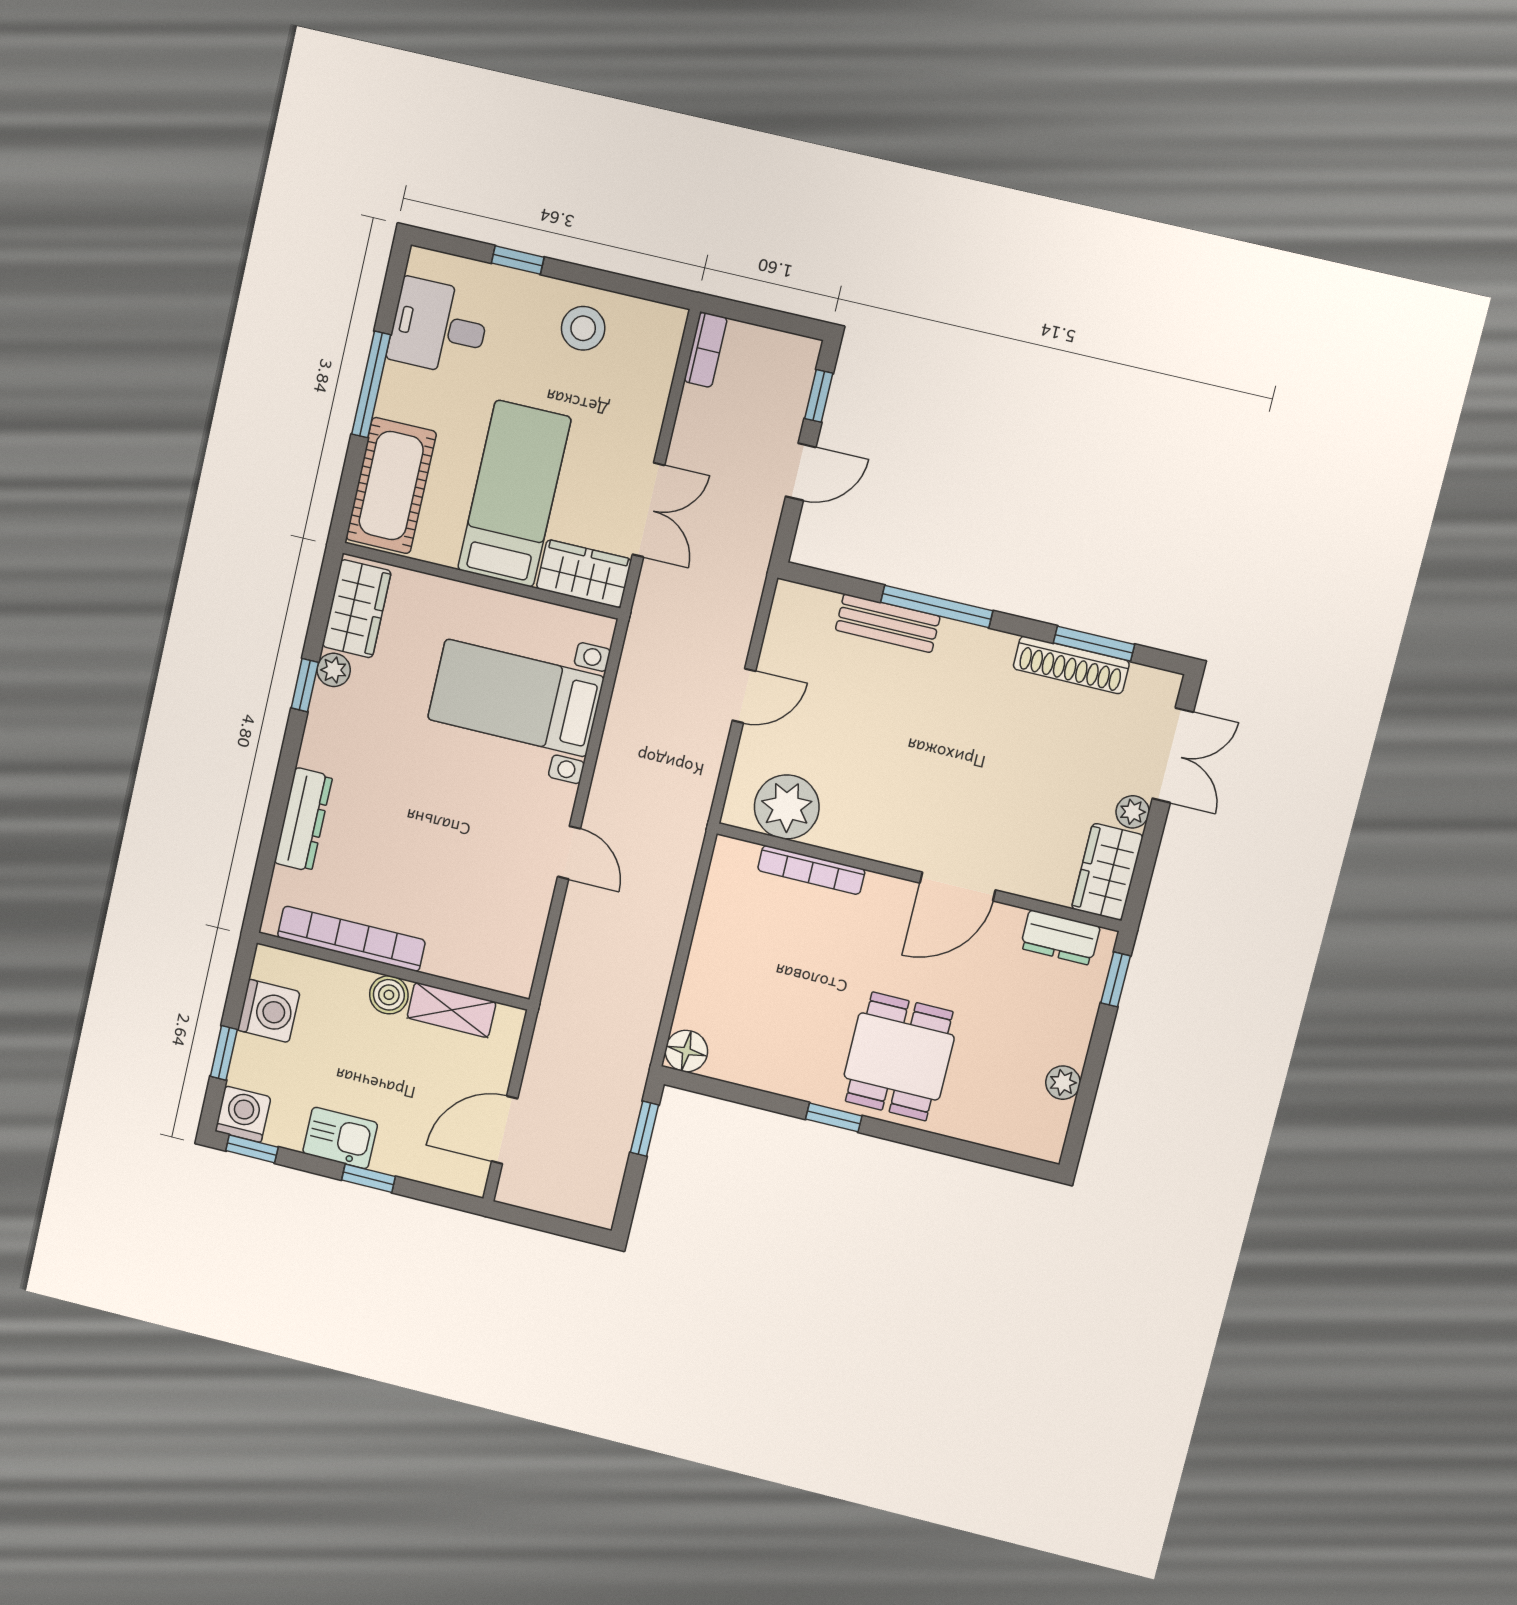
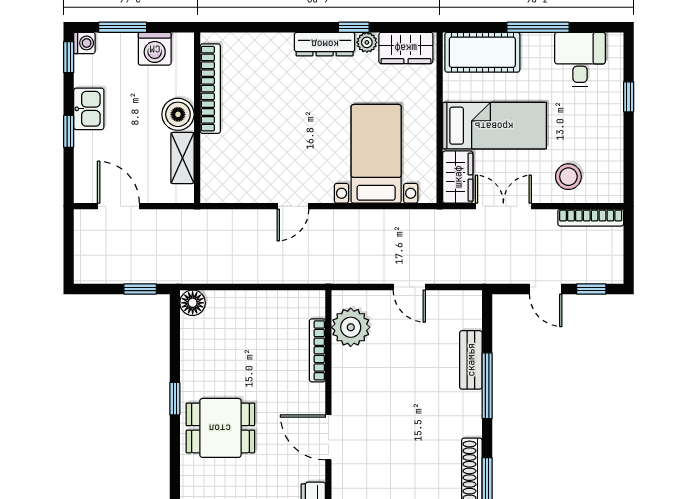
stool: (583, 328) -> (568, 177), moved
bookcase: (706, 350) -> (591, 218), width x1.56
double door: (649, 510) -> (503, 206), swing flipped
dresser: (303, 820) -> (325, 44), moved
boiler: (389, 995) -> (178, 114), width x1.36, depth x1.36
window: (224, 1053) -> (123, 27), width x1.50
washing machine: (243, 1114) -> (84, 43), width x0.73, depth x0.73

